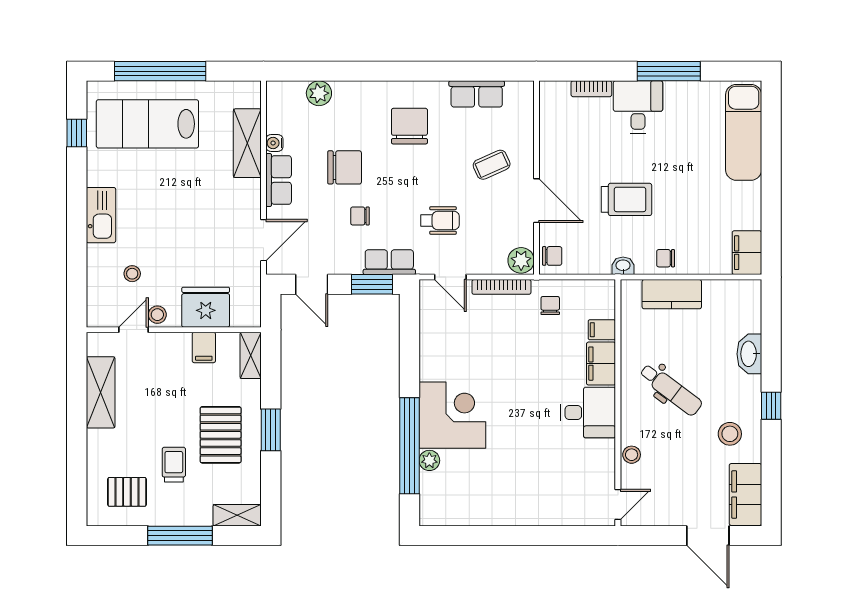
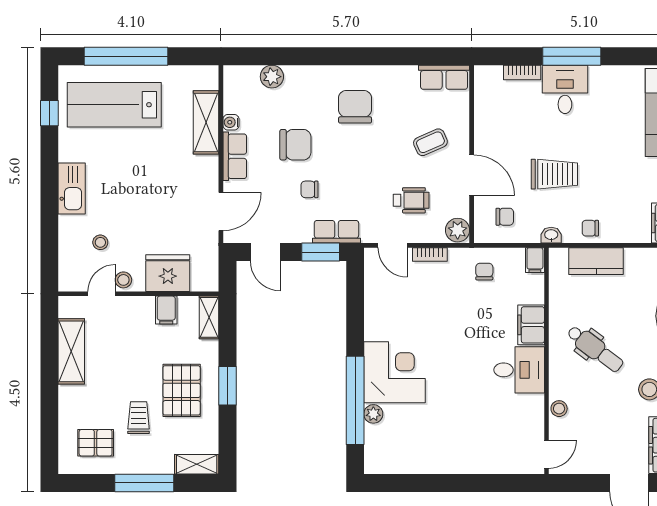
window: (669, 71) -> (572, 56), moved
row of seats: (477, 94) -> (444, 77), moved
wheelchair: (440, 220) -> (411, 200), moved
chair: (552, 256) -> (505, 217), moved
bookcase: (501, 287) -> (430, 255), width x0.64
filing cabinet: (602, 330) -> (535, 260), moved, turned -90

